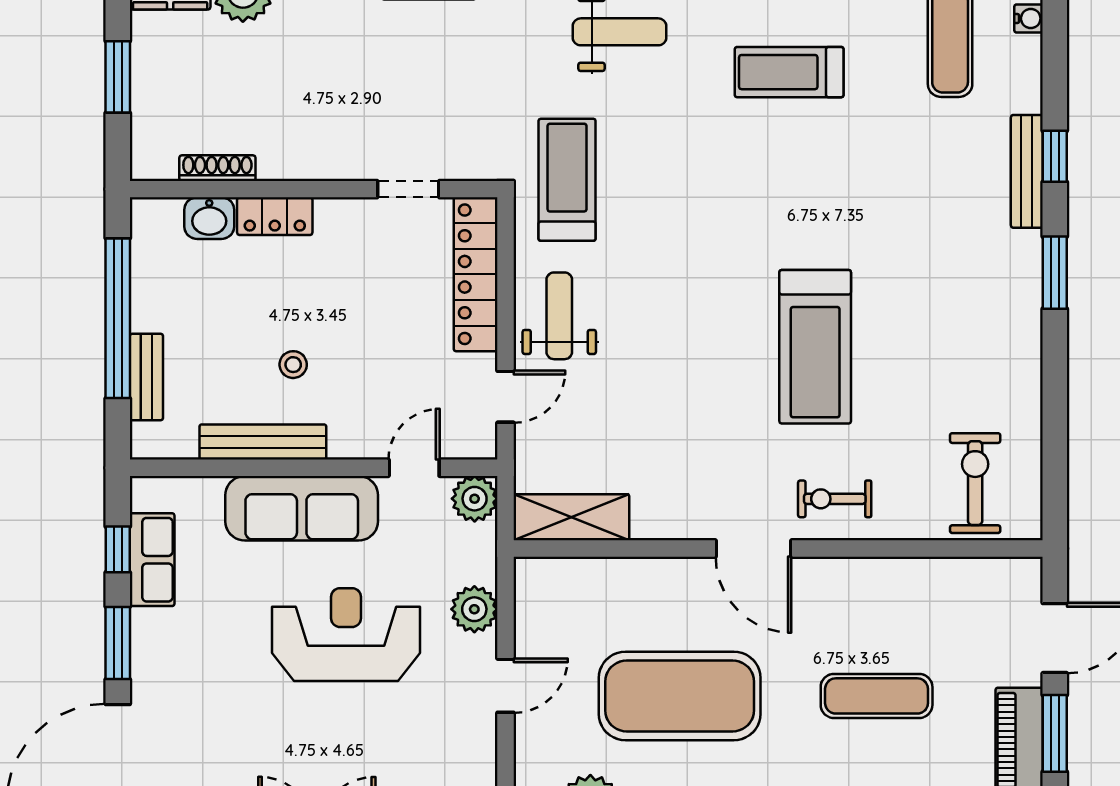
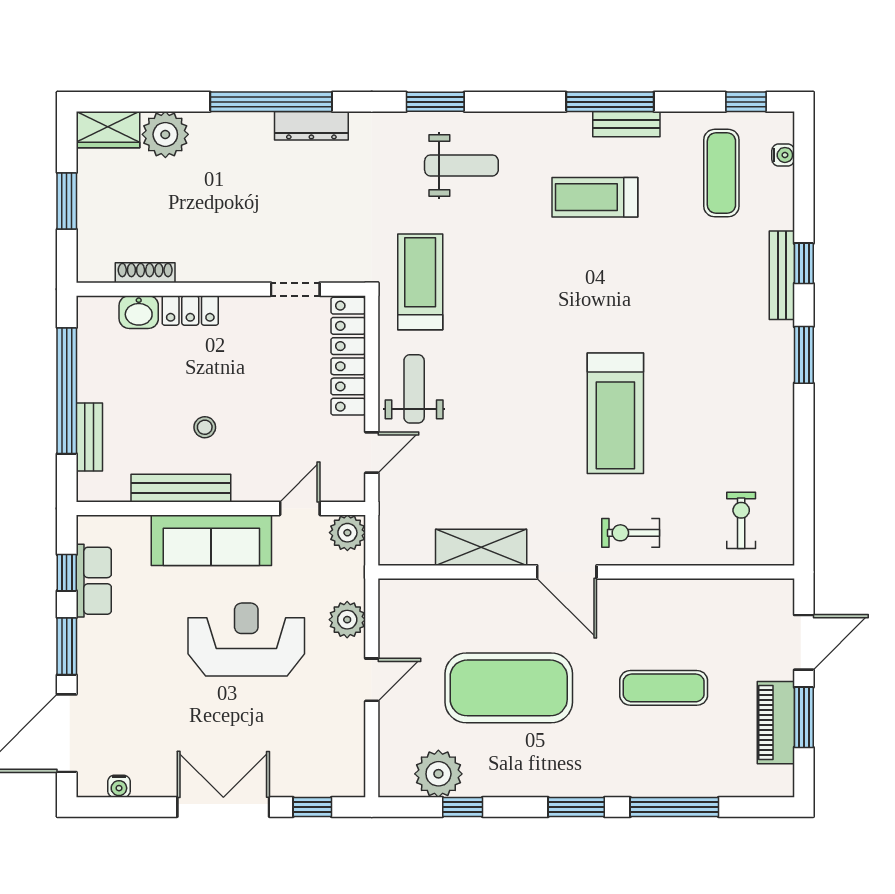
exercise bike: (975, 483) -> (741, 520), width x0.73, depth x0.72
shelving: (571, 517) -> (481, 547), moved

